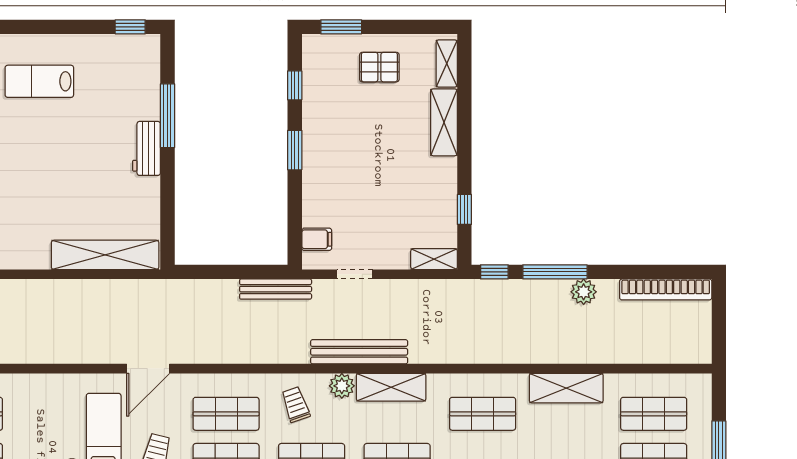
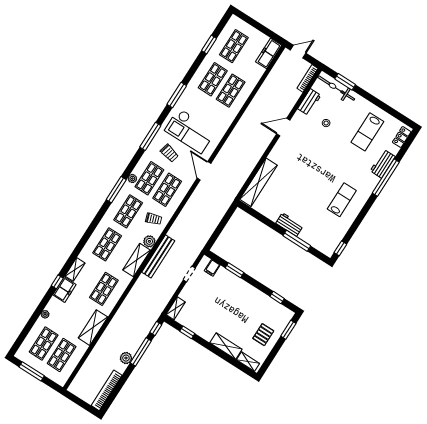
window: (295, 150) -> (235, 270), moved
bench: (276, 289) -> (203, 240), removed

